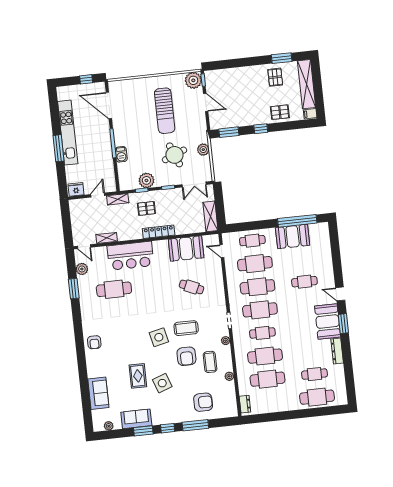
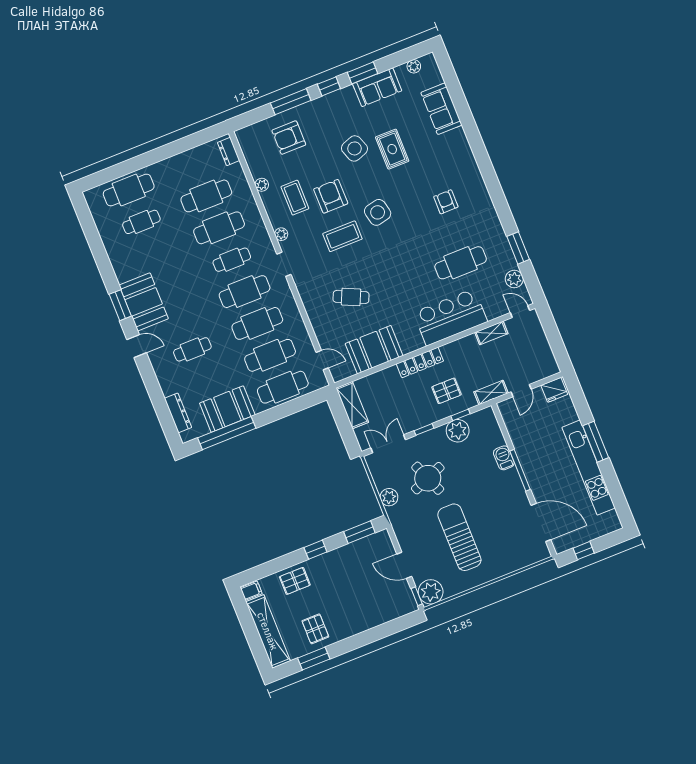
cafe table: (252, 241) -> (283, 387), width x1.37, depth x1.35
armchair: (94, 342) -> (446, 202), moved
dresser: (337, 351) -> (178, 413), moved

